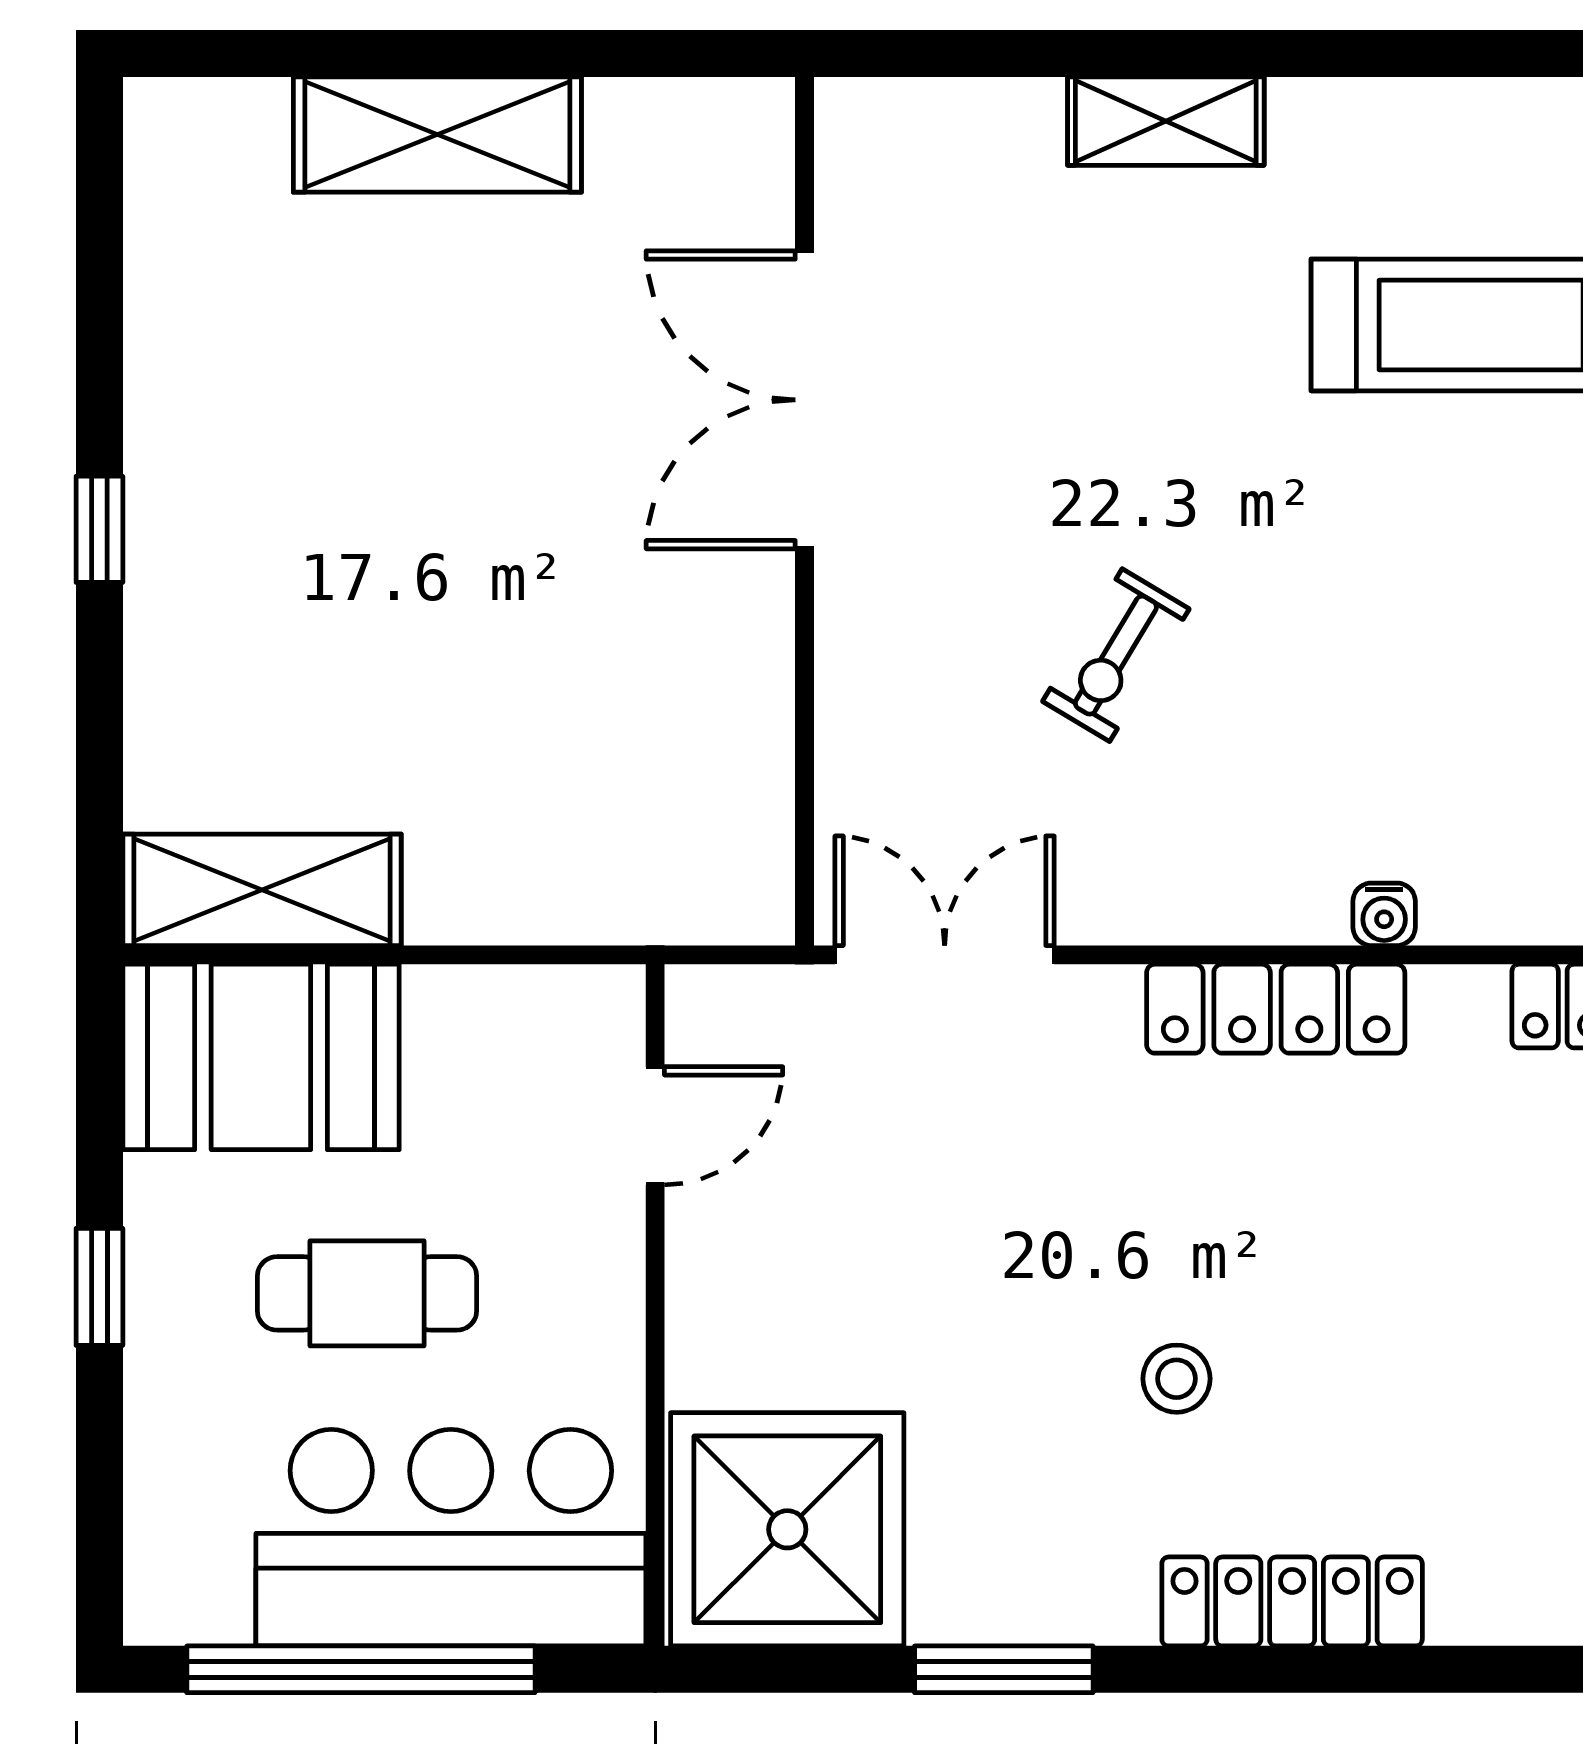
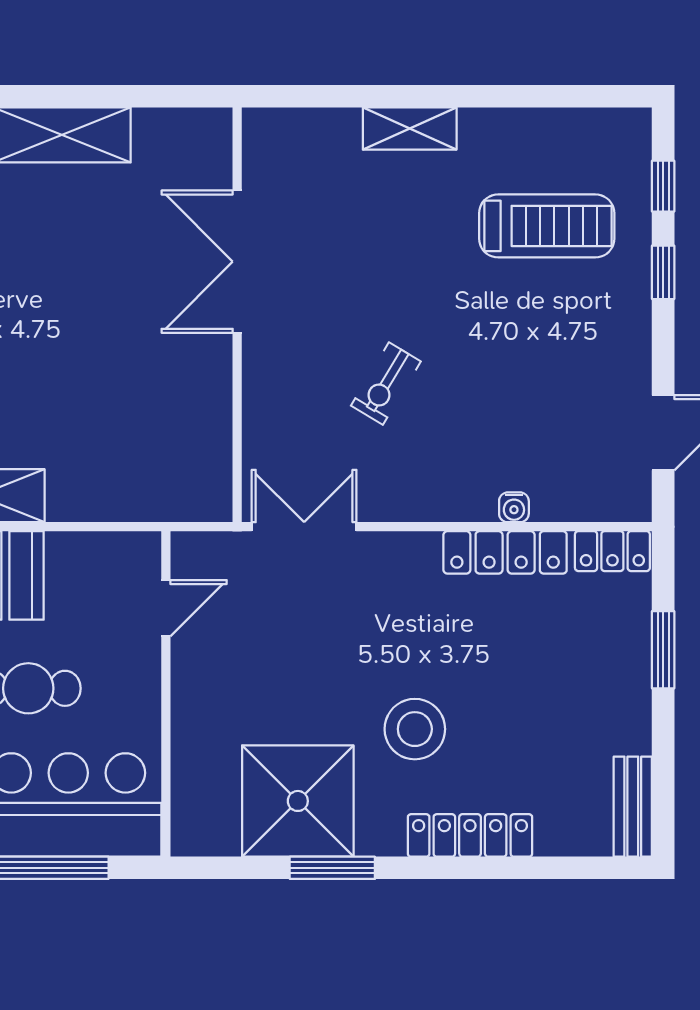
locker: (1276, 1009) -> (505, 552), moved
stool: (1177, 1379) -> (415, 729), width x1.89, depth x1.89
shower: (787, 1529) -> (298, 801), moved

